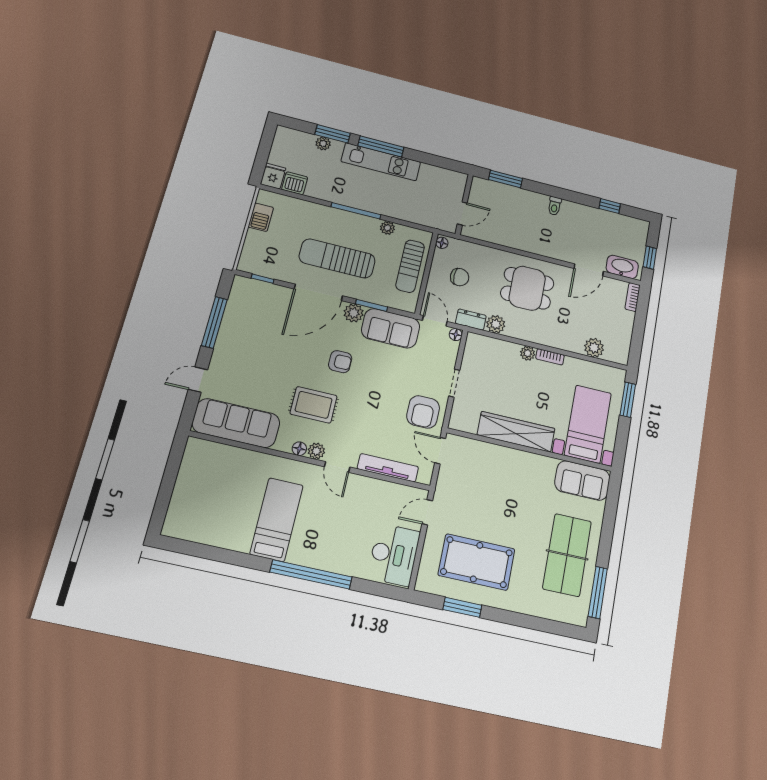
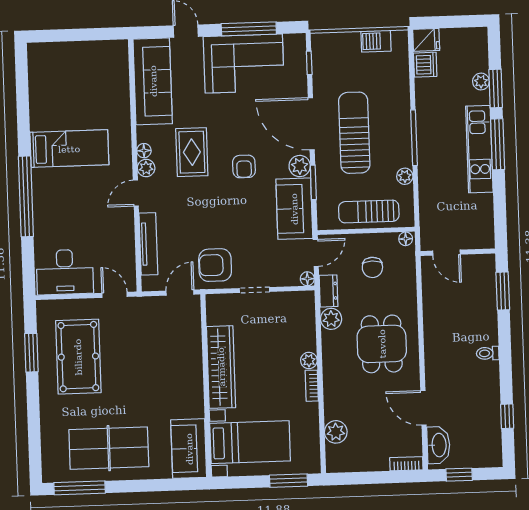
corner sofa: (245, 336) -> (244, 64), added

